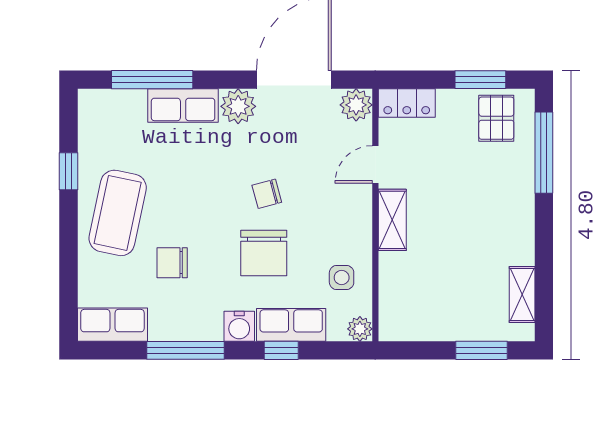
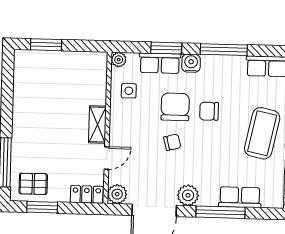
window: (152, 80) -> (220, 212), moved
row of seats: (183, 105) -> (240, 197), moved
pallet: (496, 118) -> (33, 184), turned 90
chair: (172, 263) -> (209, 111), moved, turned 180
shelving: (522, 294) -> (21, 78), removed
window: (281, 350) -> (166, 48), width x1.50

